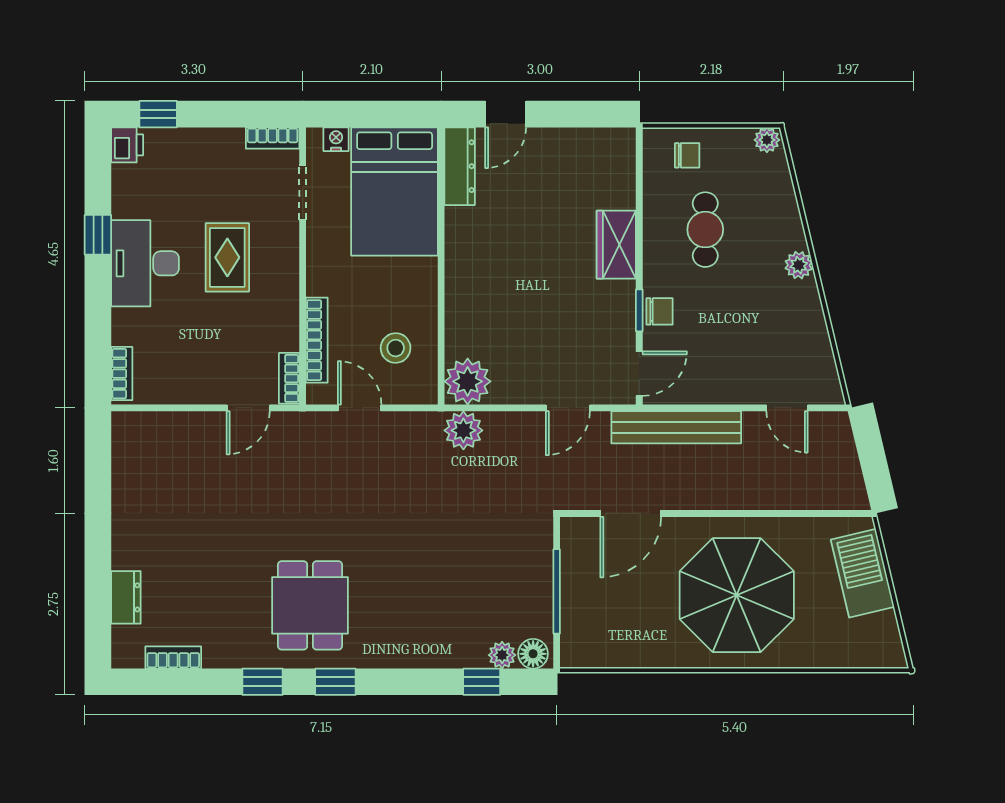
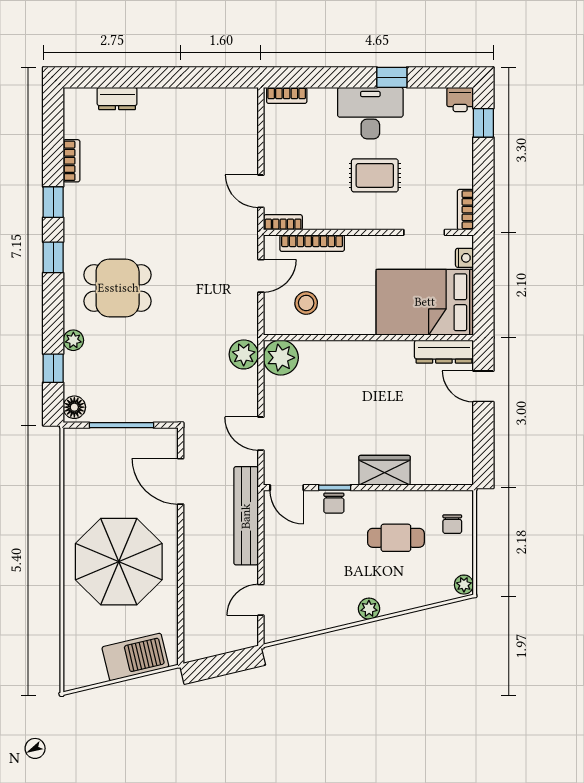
dining table: (310, 605) -> (118, 288), moved
plant: (502, 655) -> (73, 340), moved
bookcase: (173, 657) -> (71, 161), moved

